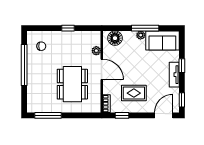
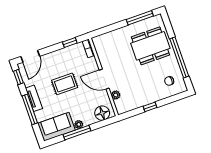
window: (182, 66) -> (30, 109), width x2.17
dining table: (72, 84) -> (150, 46), moved, turned 90
rug: (134, 93) -> (65, 84), moved

